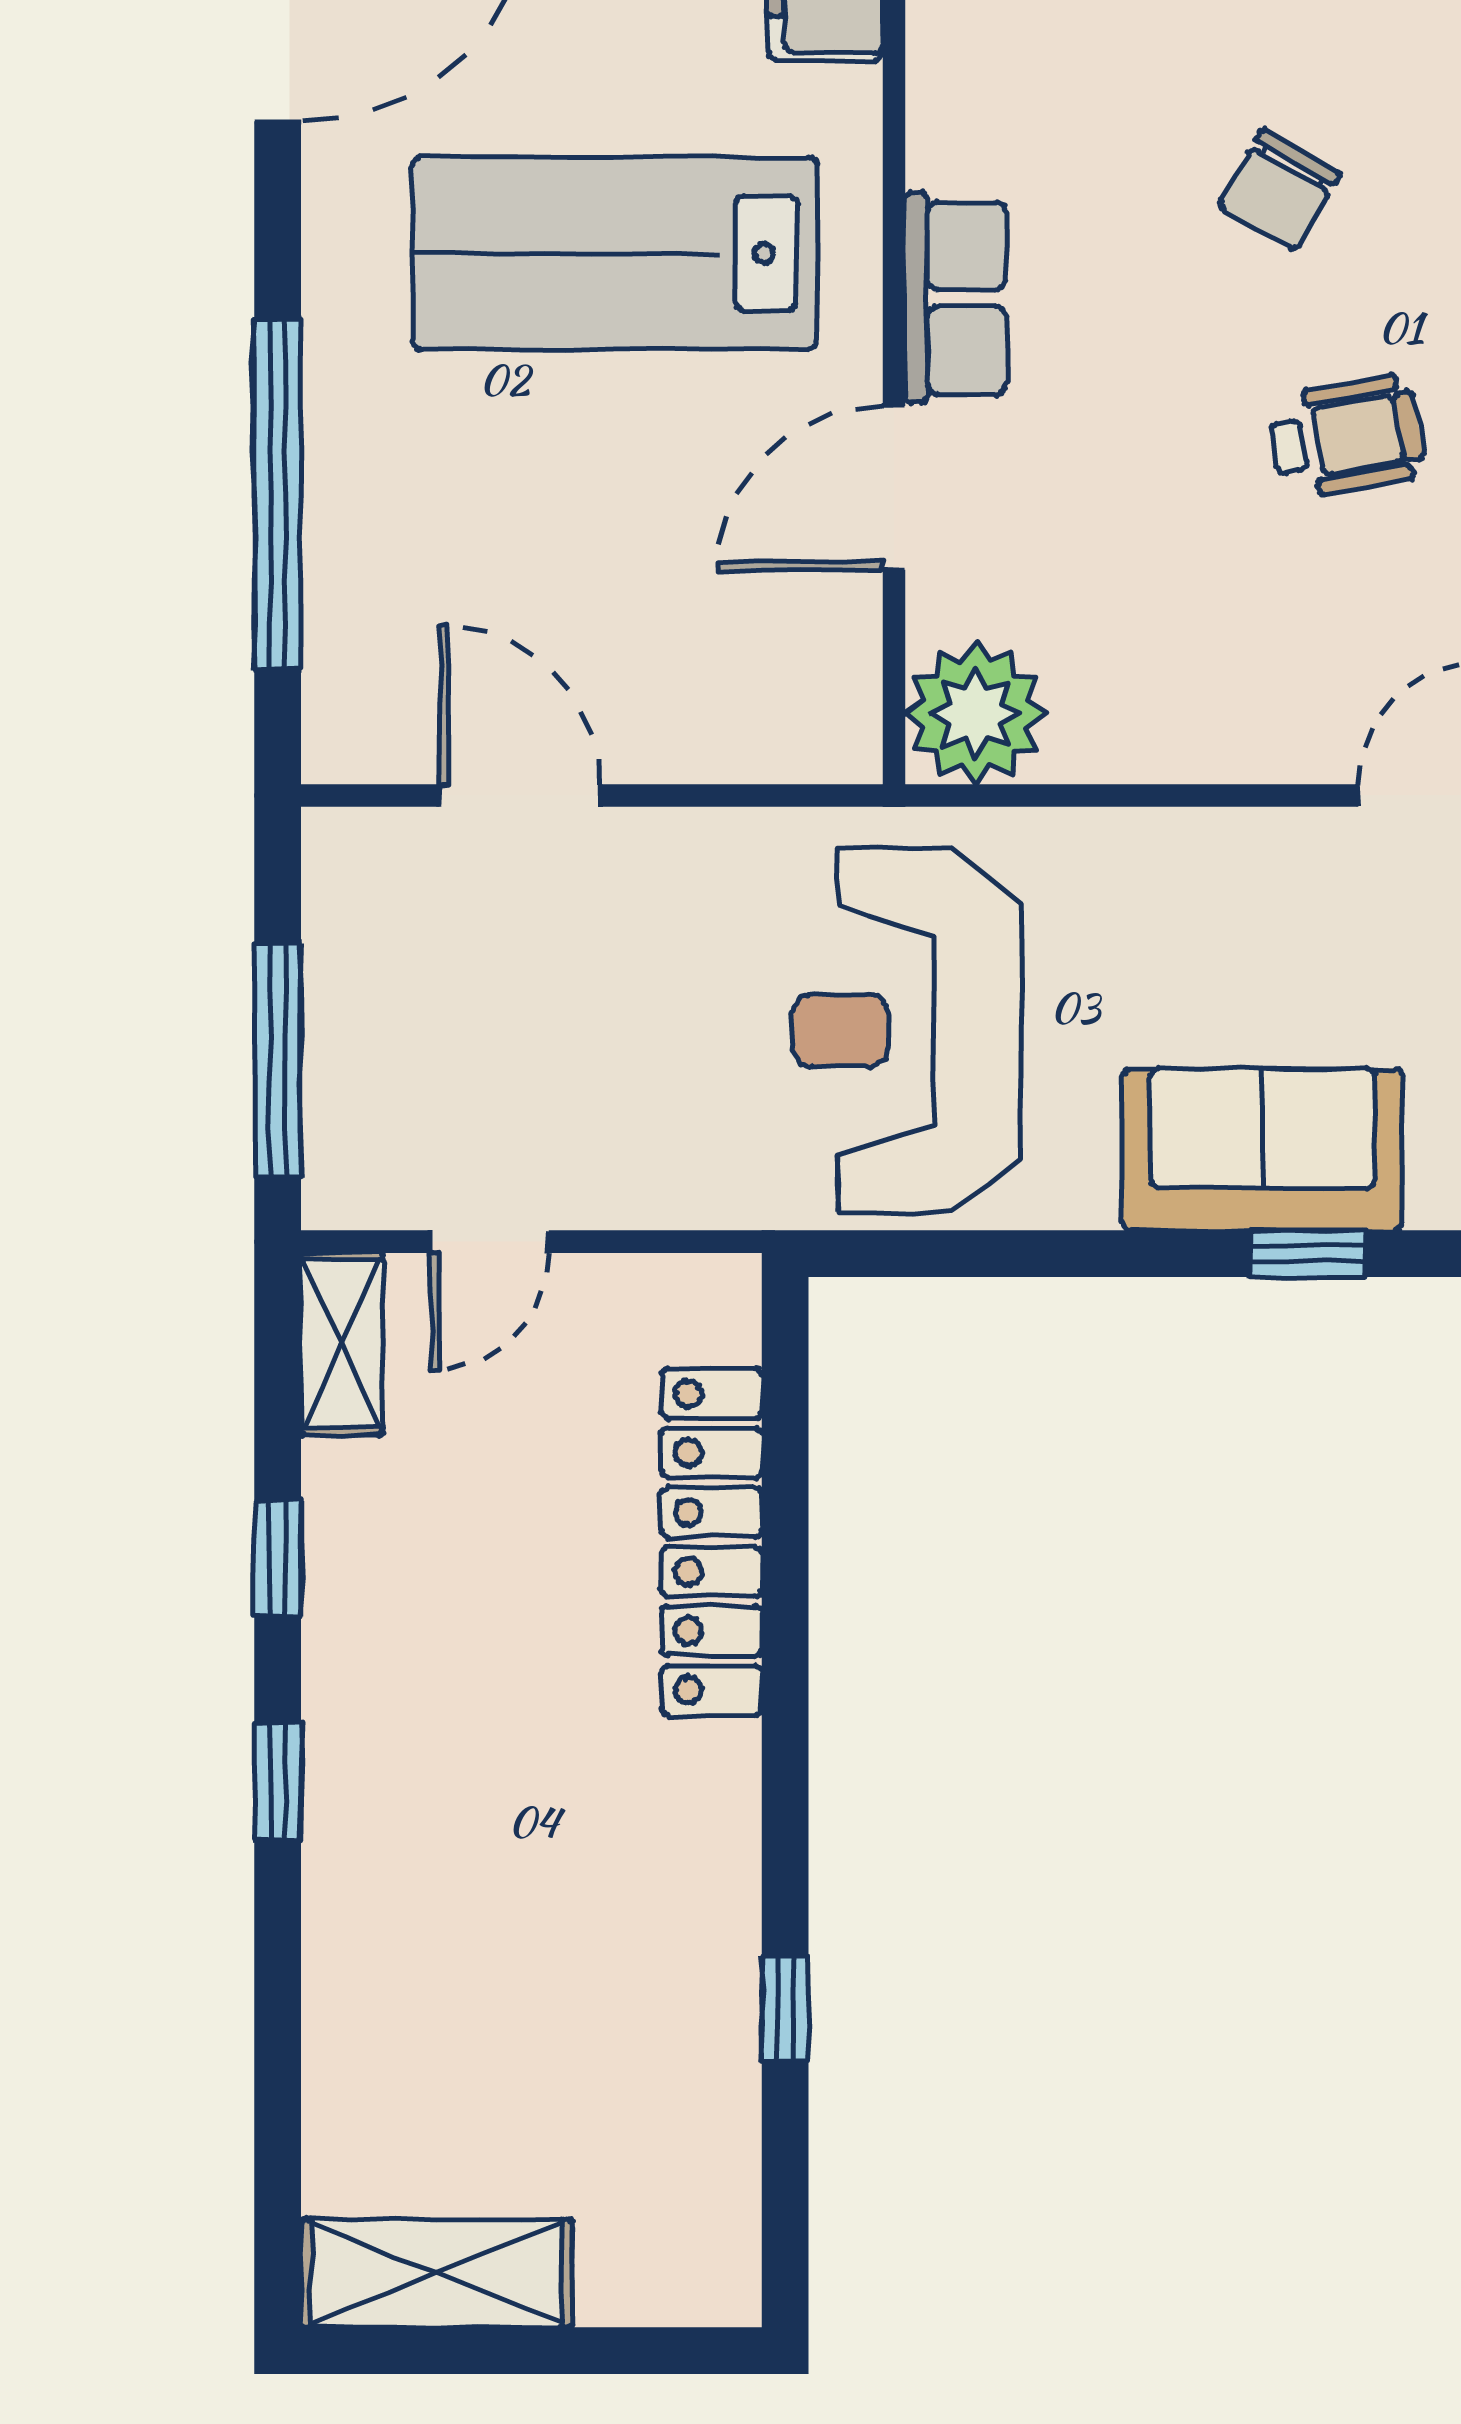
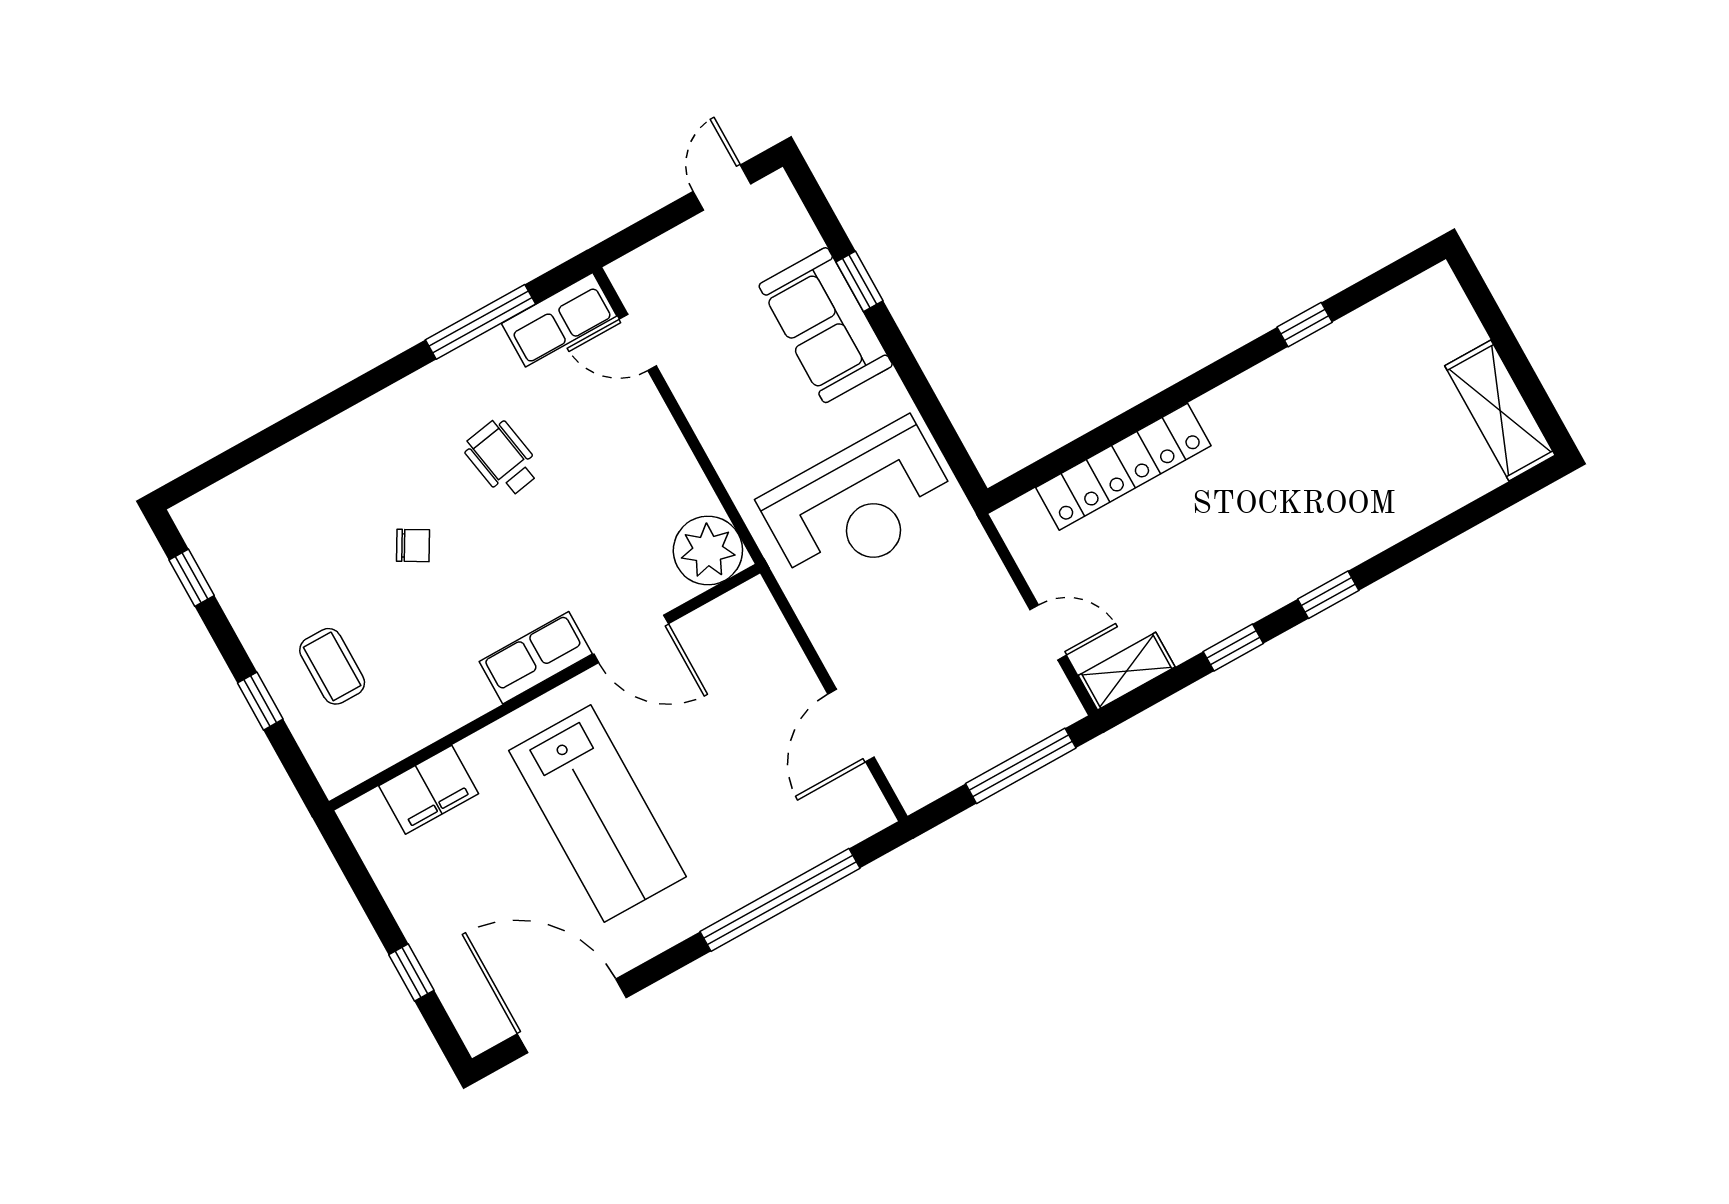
chair: (1279, 190) -> (413, 546), width x0.73, depth x0.73

